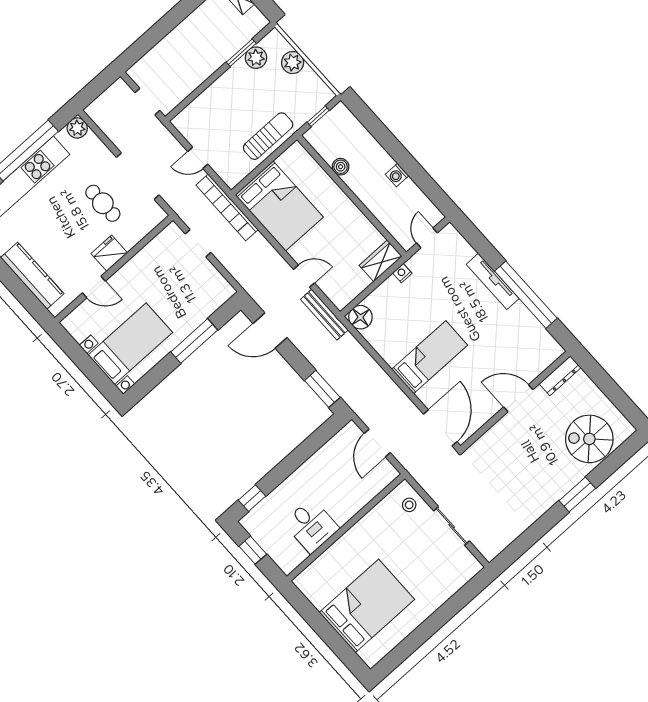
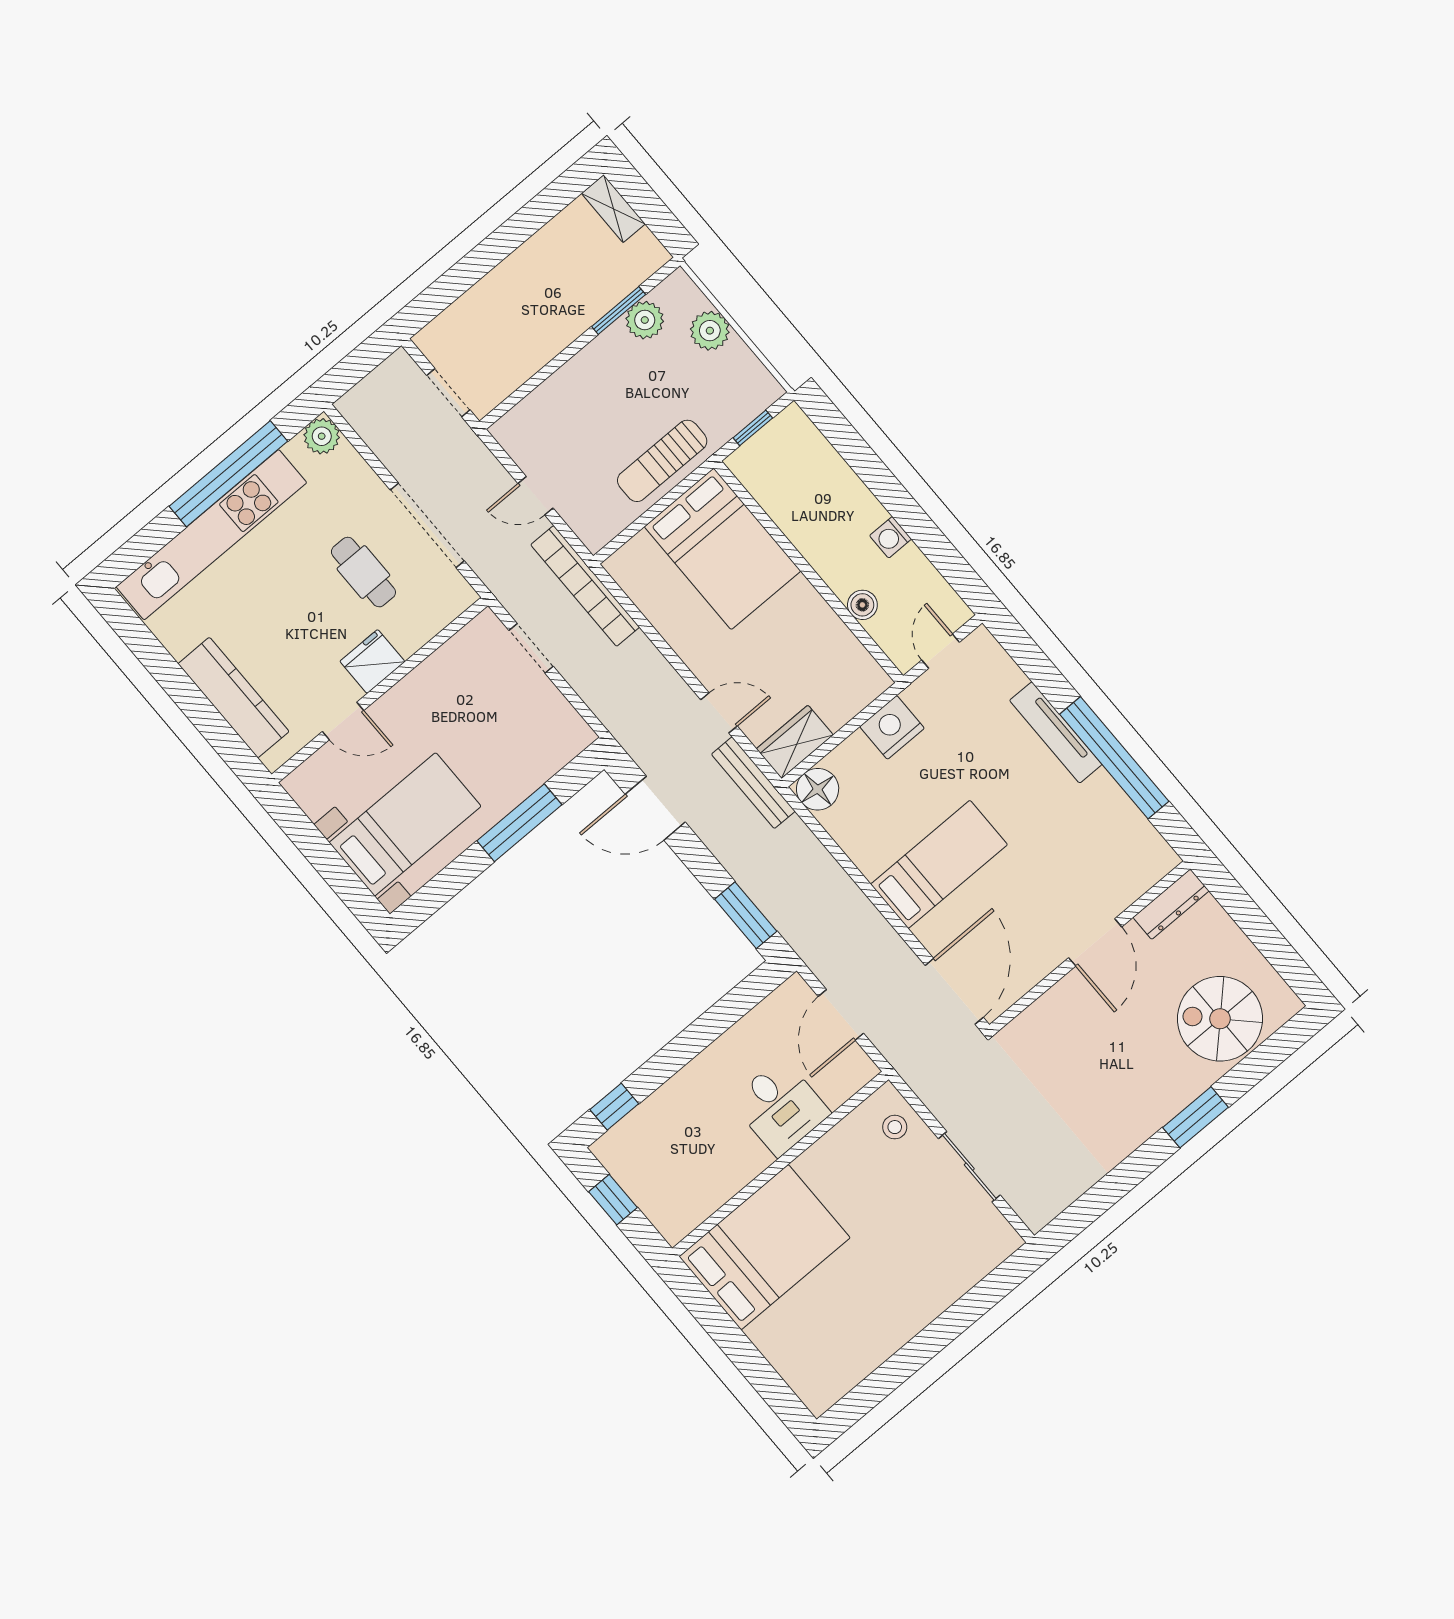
sun lounger: (268, 136) -> (662, 461), turned 180
boiler: (341, 167) -> (862, 605), moved
bed: (279, 206) -> (723, 549), moved
wardrobe: (381, 261) -> (795, 742), moved
nightstand: (402, 273) -> (892, 727), width x1.89, depth x1.79
door: (518, 398) -> (1095, 942), swing flipped
desk: (311, 526) -> (780, 1107), moved
bed: (367, 606) -> (765, 1247), moved

